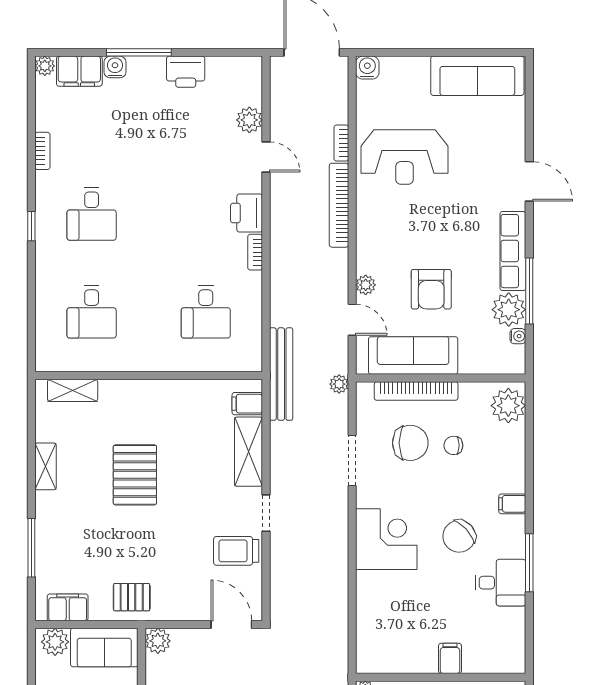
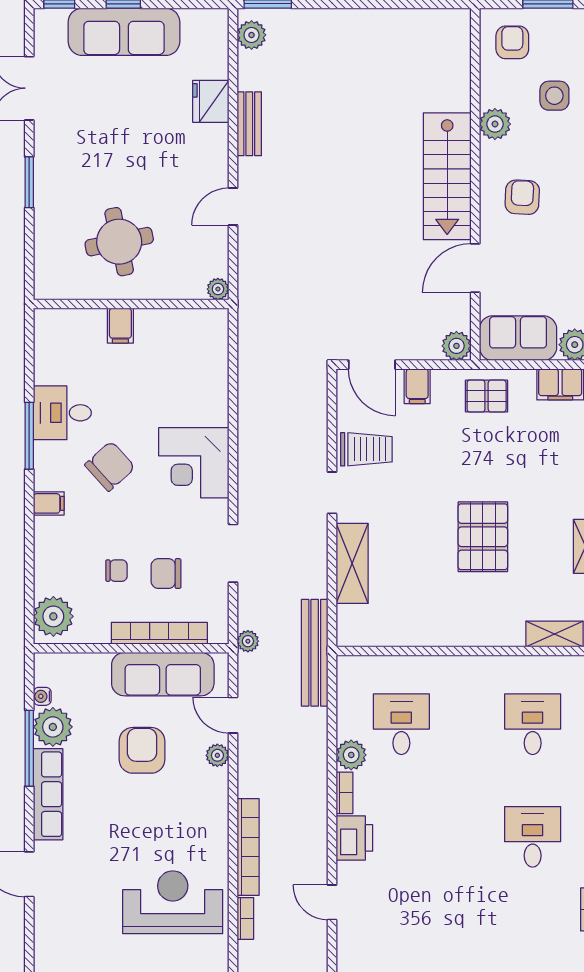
plant: (249, 120) -> (351, 755), moved
filing cabinet: (247, 404) -> (417, 386), moved, turned 90
chair: (410, 443) -> (166, 574), width x0.73, depth x0.73

